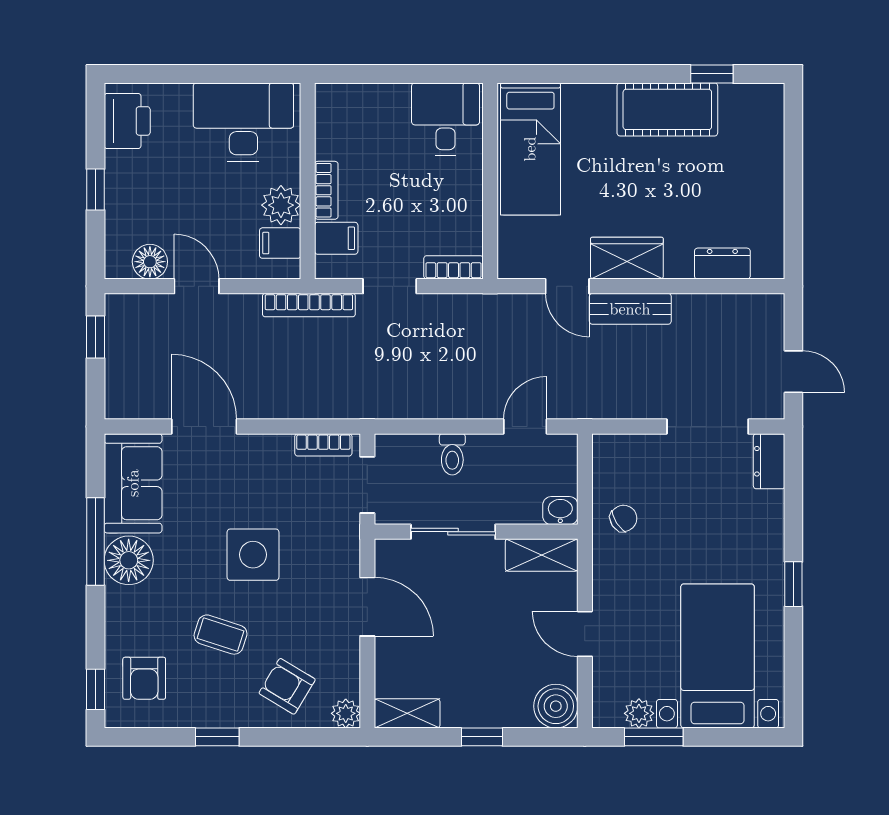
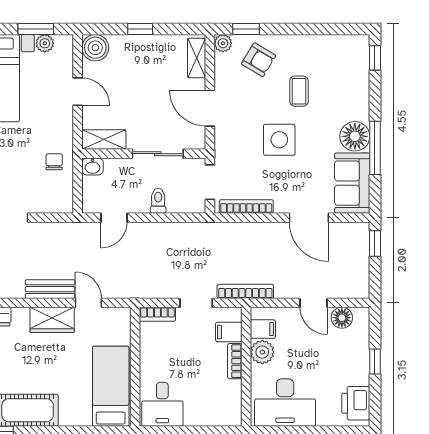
window: (95, 337) -> (375, 244), moved
bookcase: (323, 445) -> (246, 206), width x1.56
chair: (623, 518) -> (54, 162), turned 123
coffee table: (221, 635) -> (299, 91), turned 72
armchair: (144, 678) -> (345, 65), removed
shelving: (407, 713) -> (197, 58), moved, turned 90
window: (217, 737) -> (246, 29), moved

